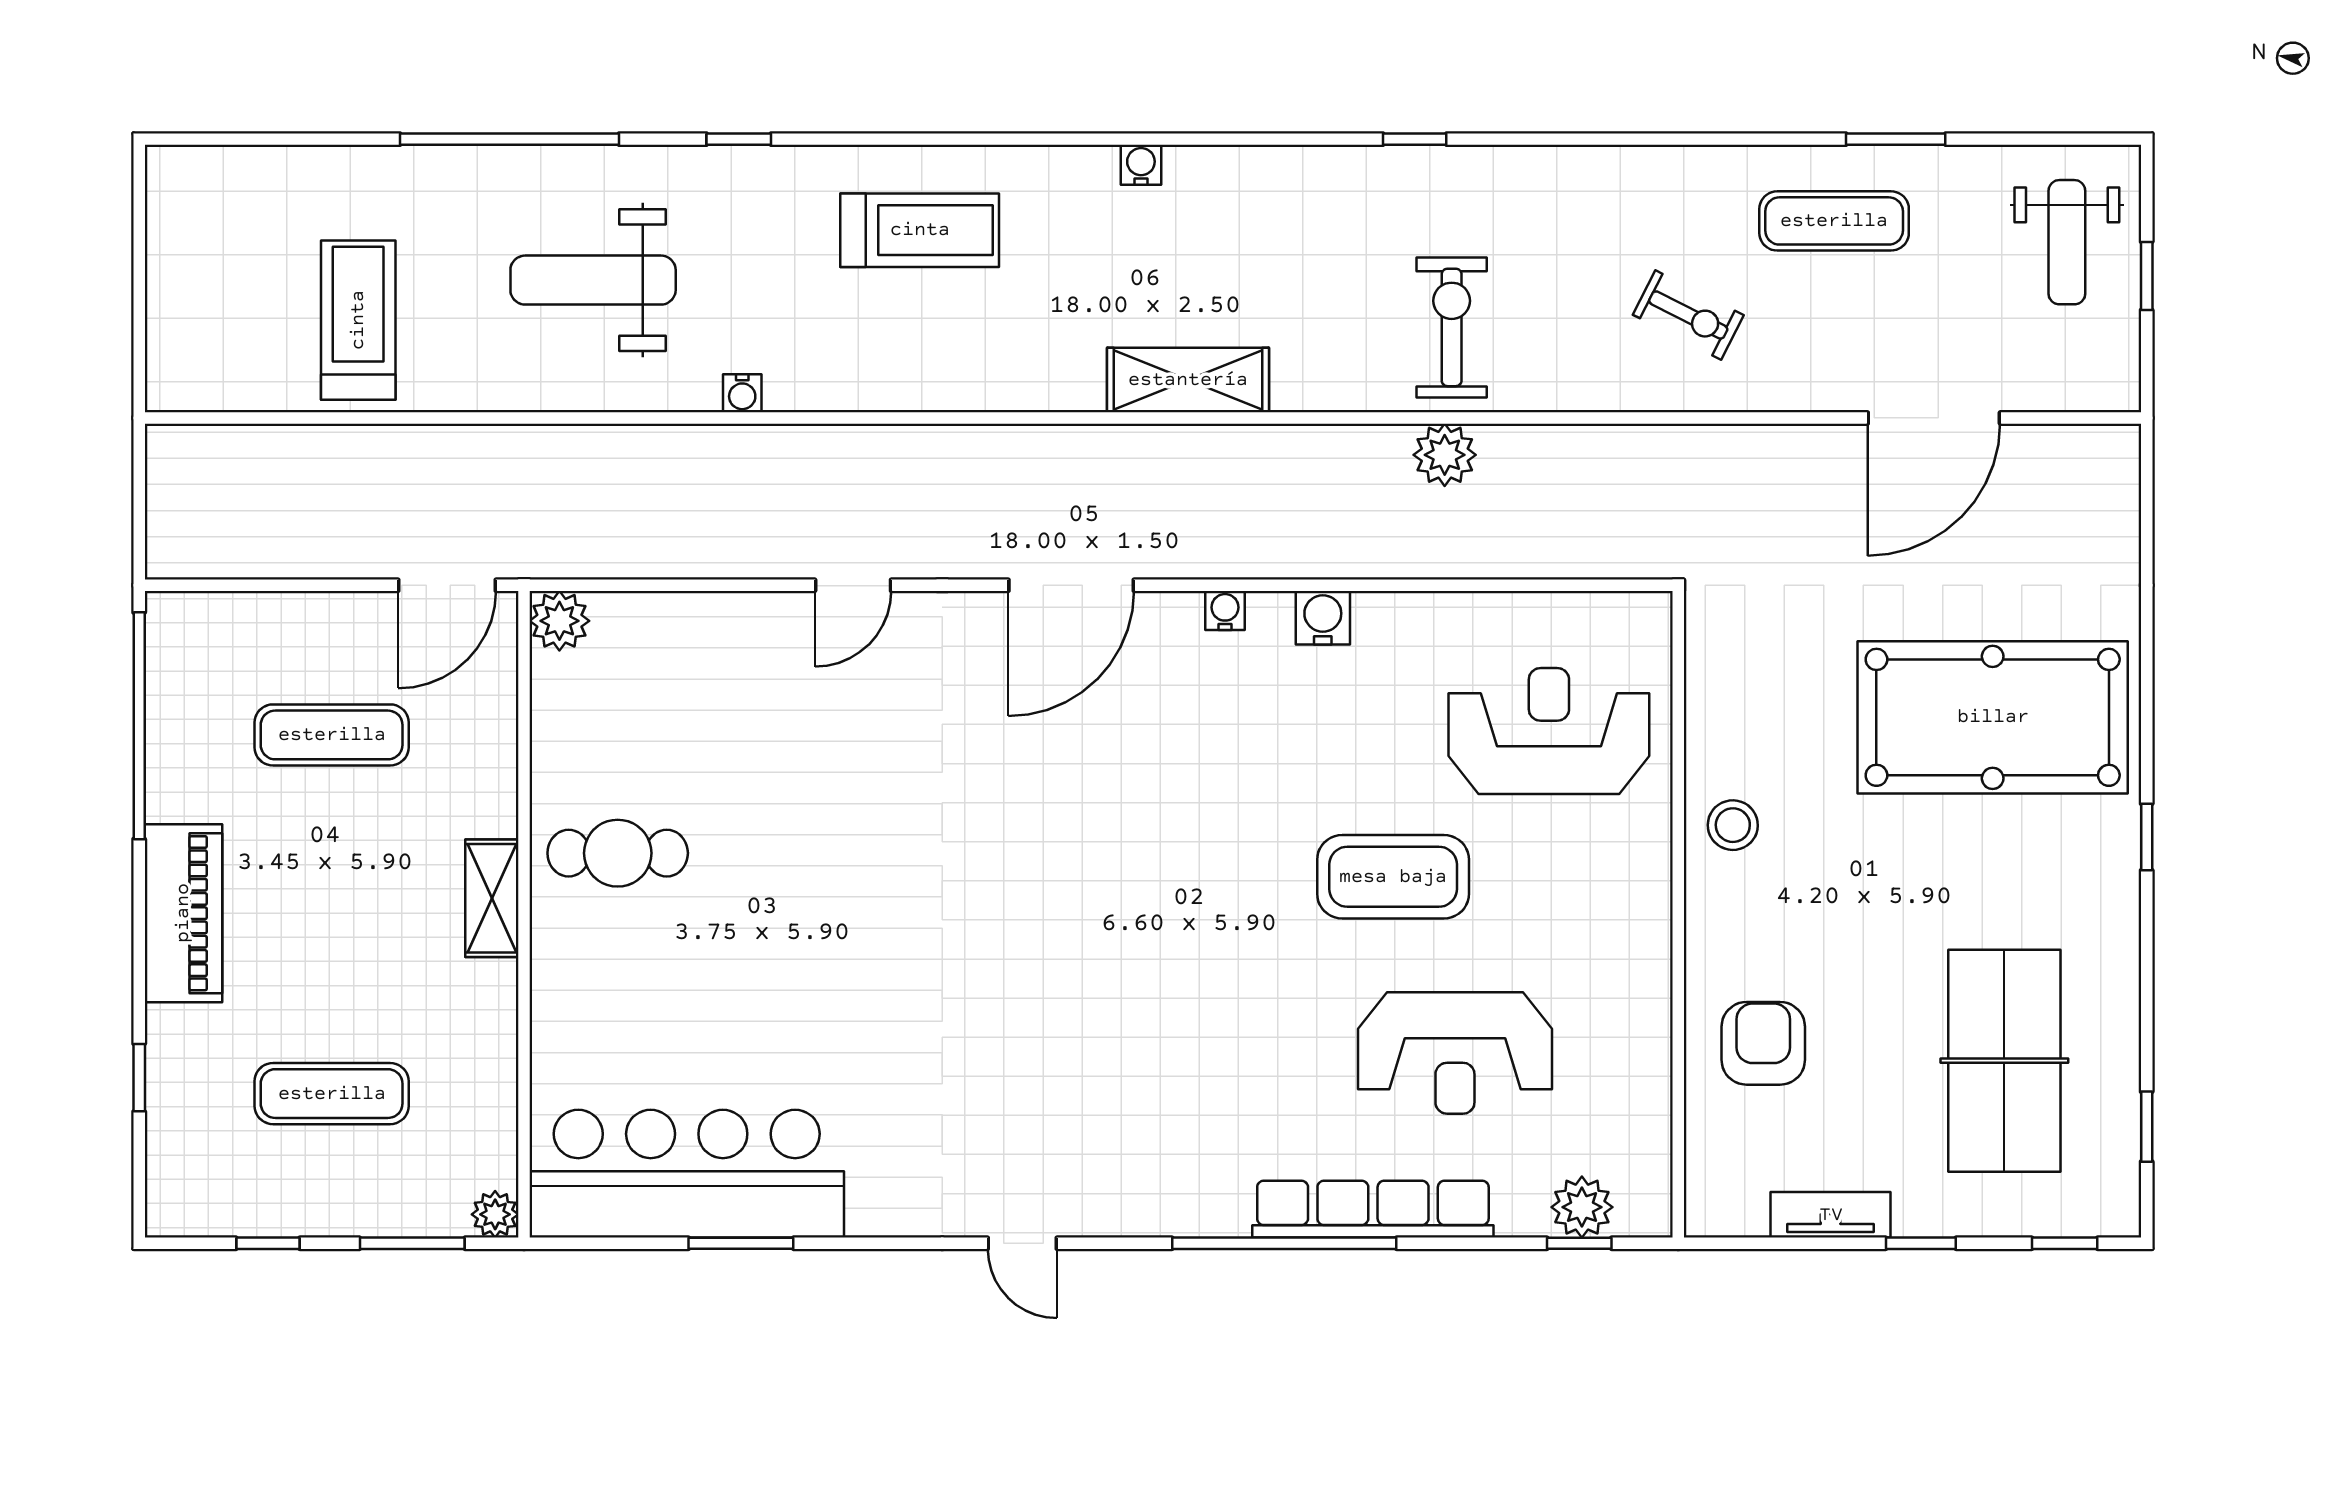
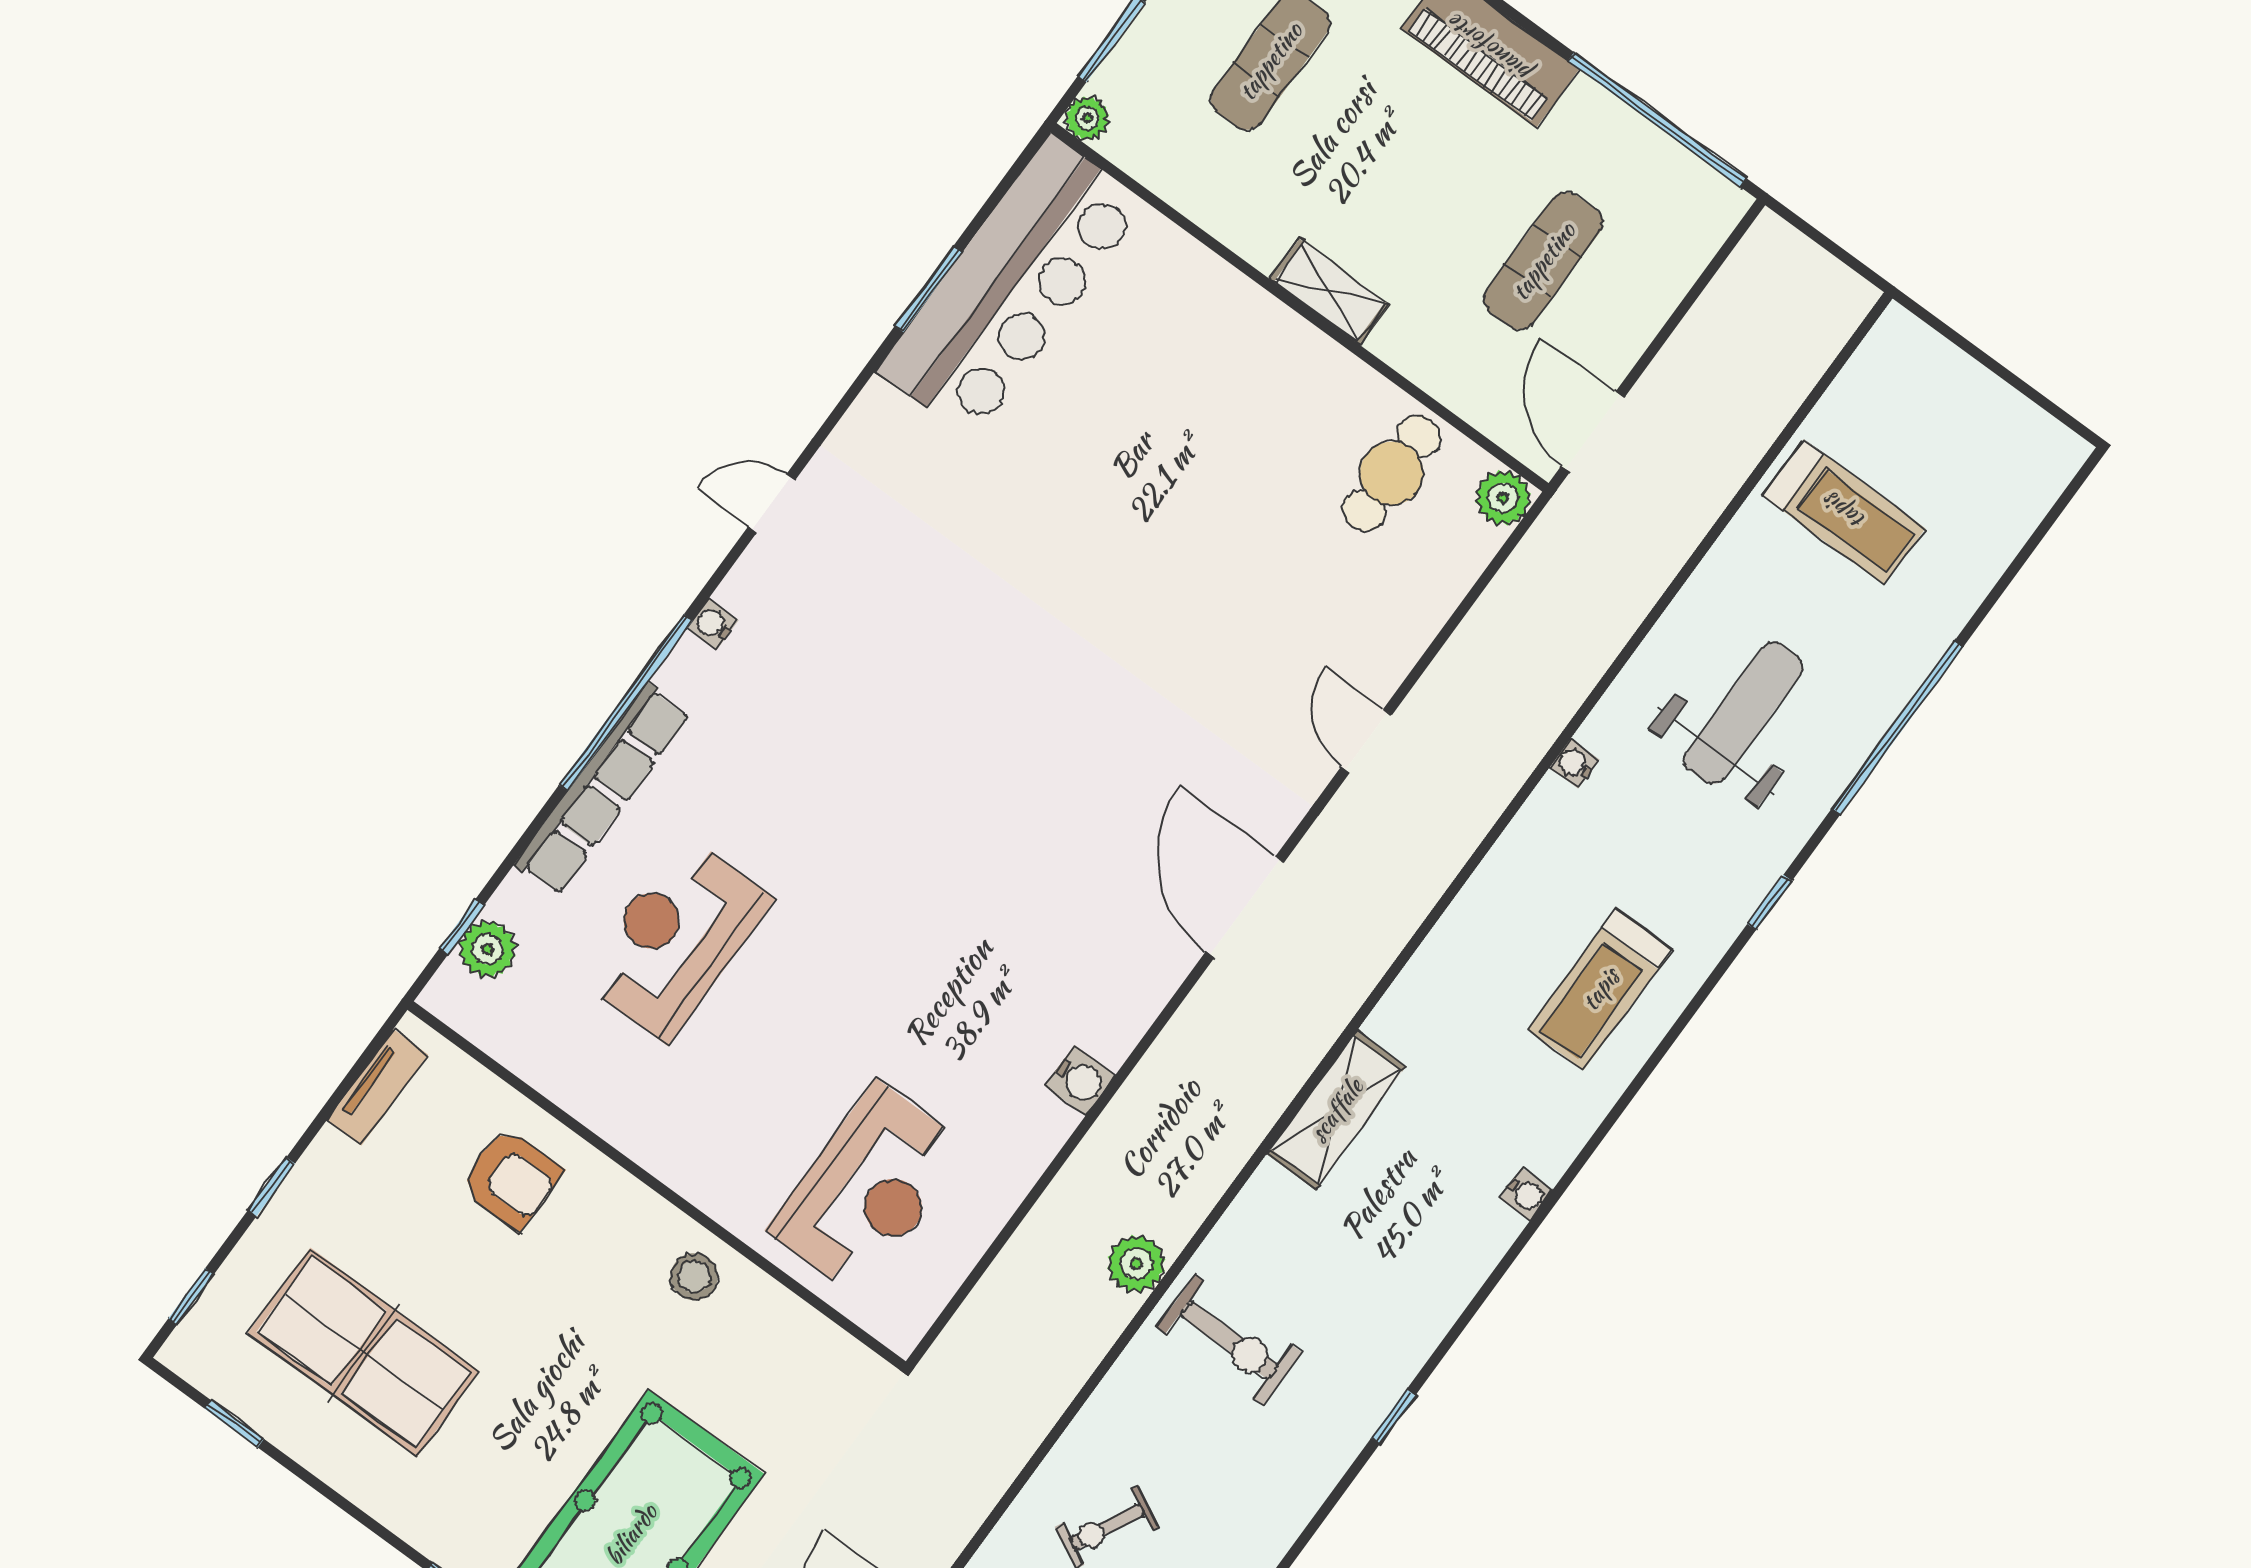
water cooler: (1225, 610) -> (713, 624), moved, turned 180
cafe table: (618, 853) -> (1392, 473), moved
coffee table: (1393, 877) -> (844, 990), removed
tv unit: (1831, 1215) -> (377, 1087), moved

